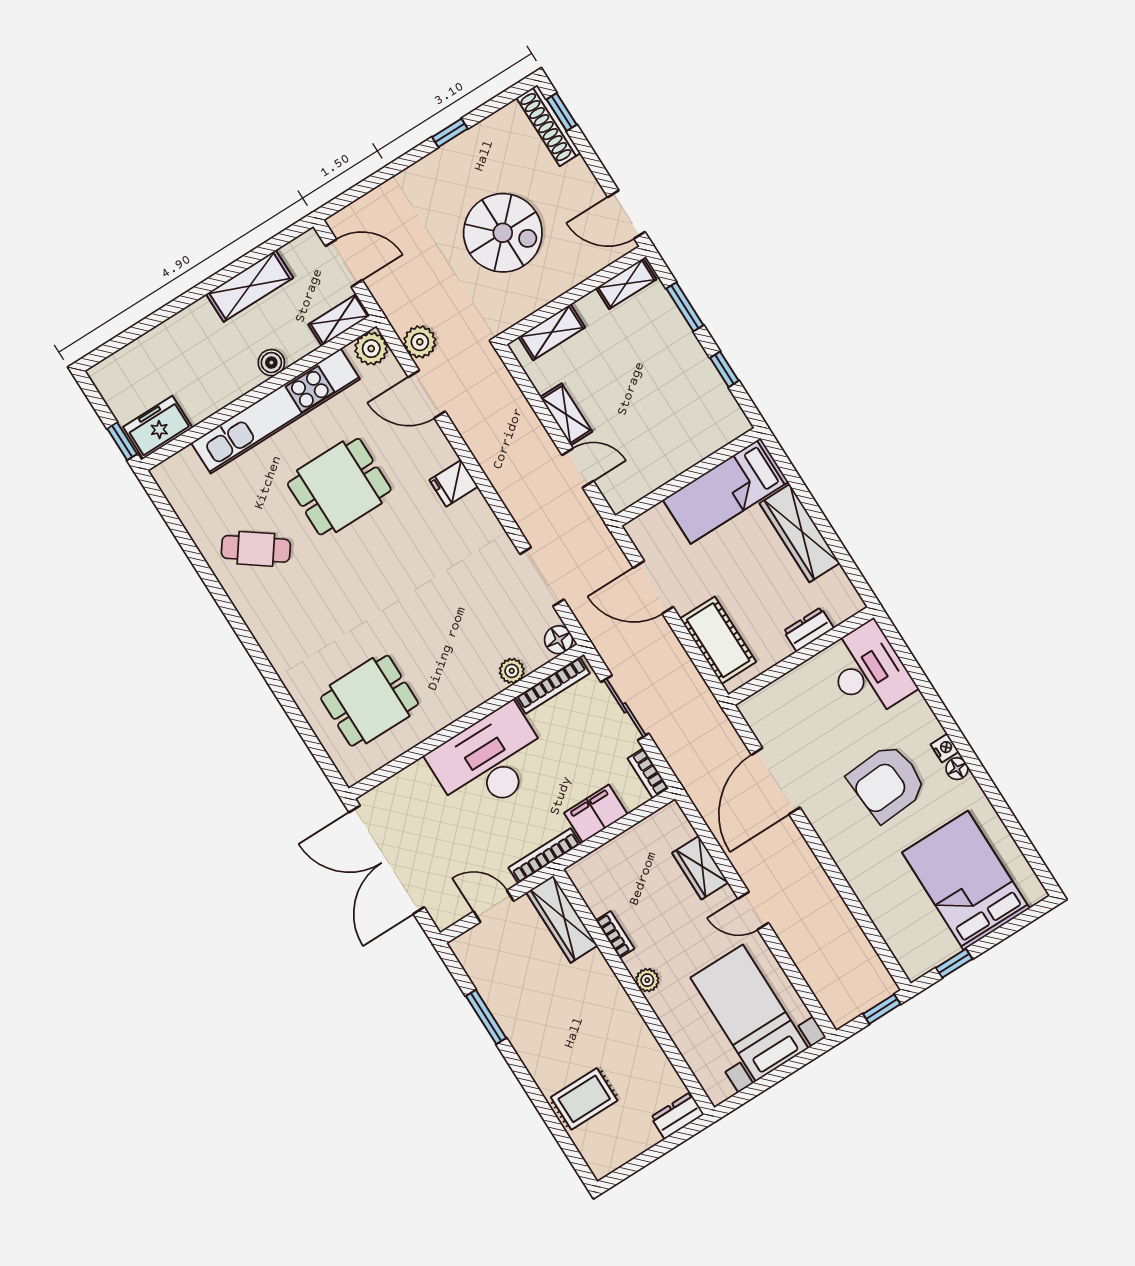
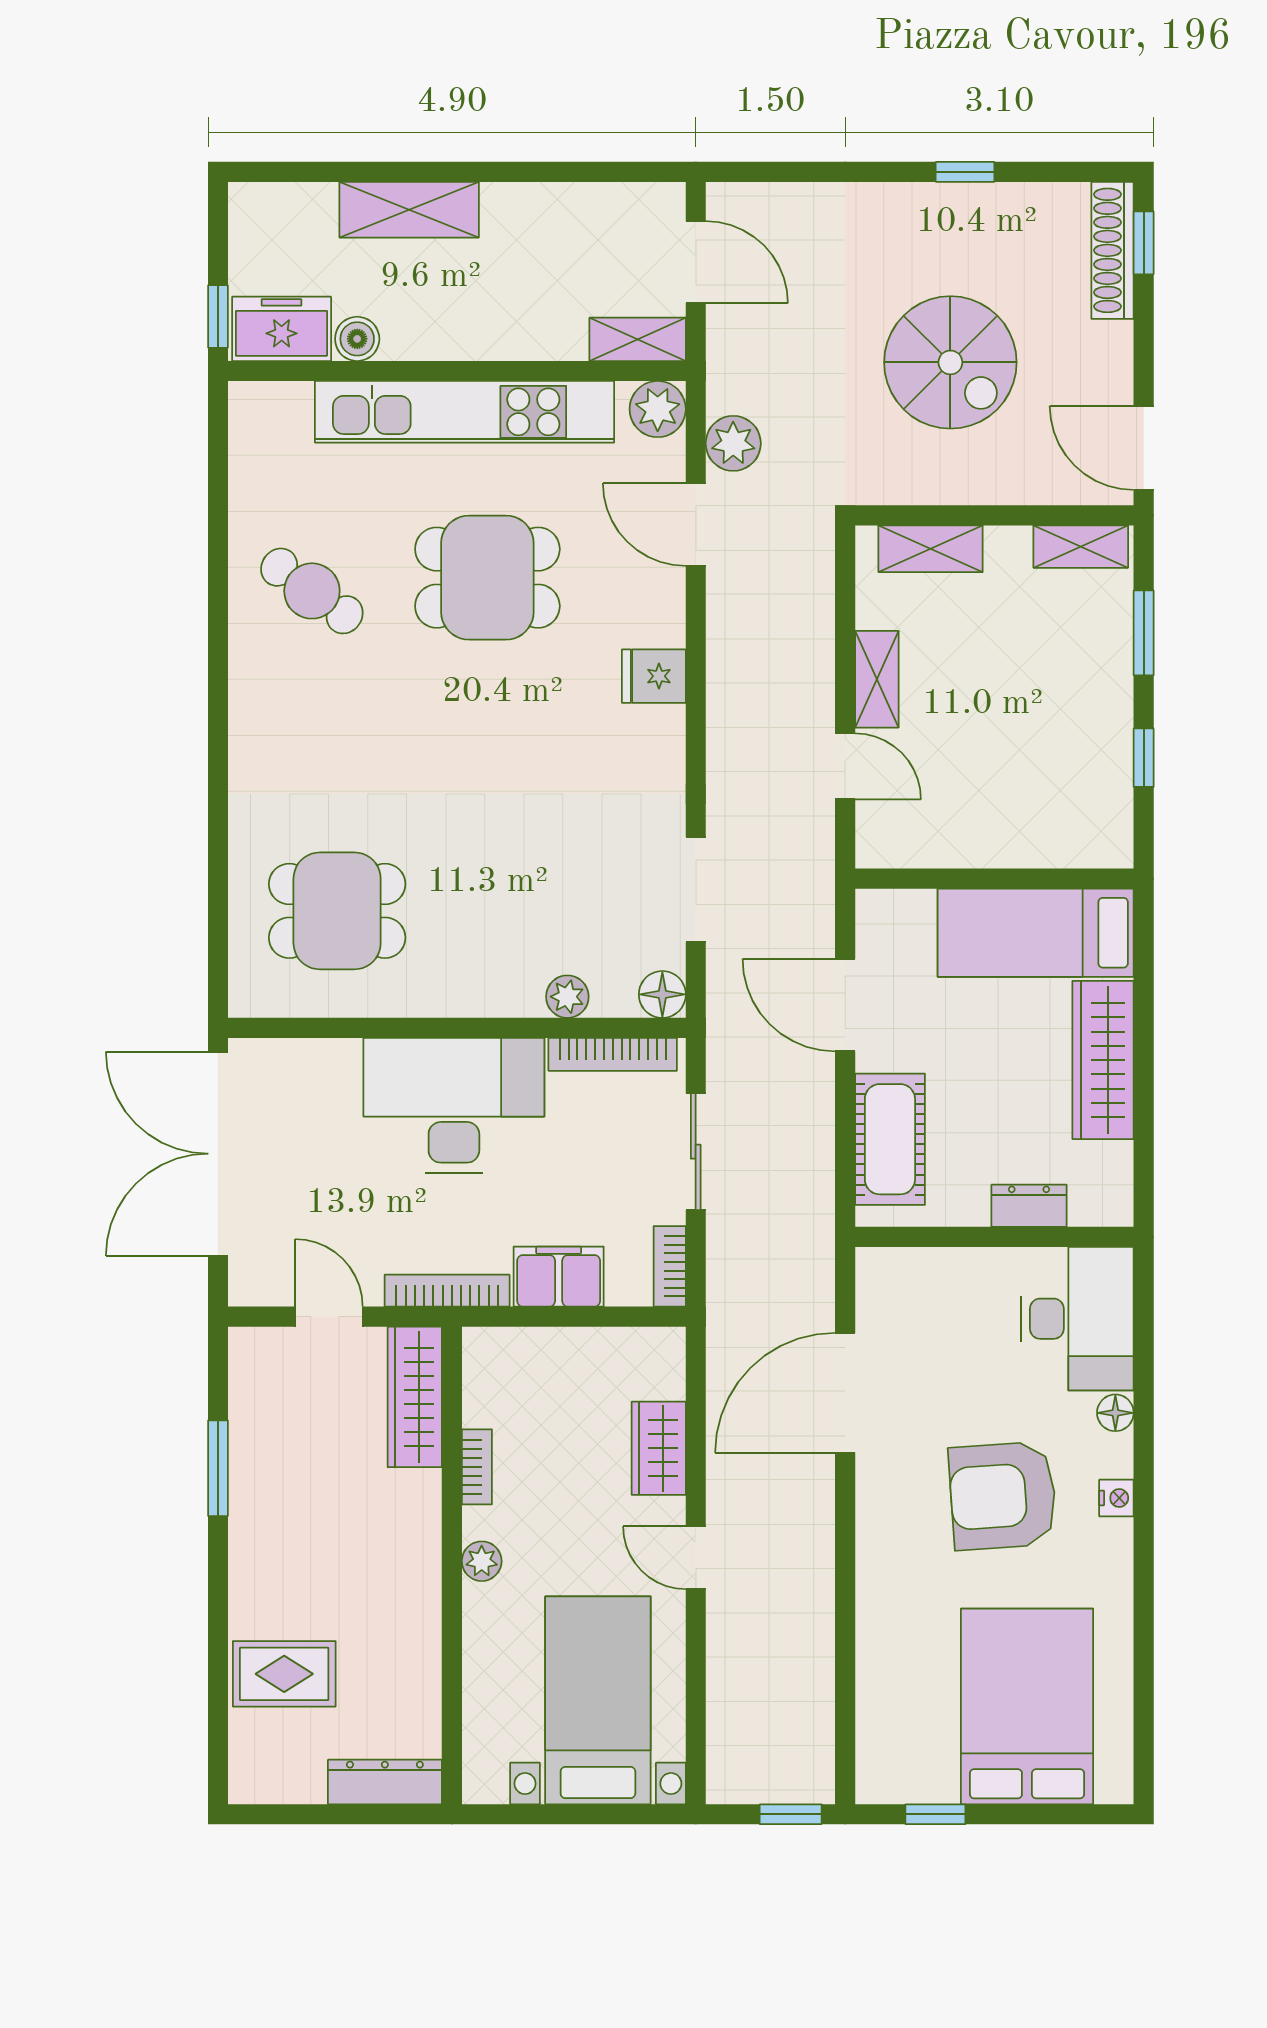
shelving: (250, 286) -> (409, 210), moved
boiler: (271, 363) -> (357, 339), moved
floor lamp: (957, 769) -> (1115, 1413), moved
dresser: (677, 1116) -> (385, 1782), width x1.44

